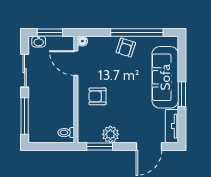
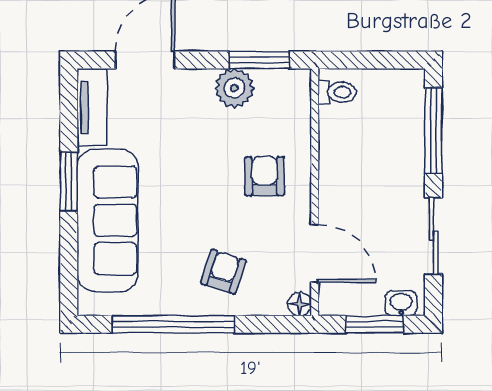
armchair: (126, 48) -> (223, 272), moved
armchair: (97, 96) -> (264, 176), turned -90

